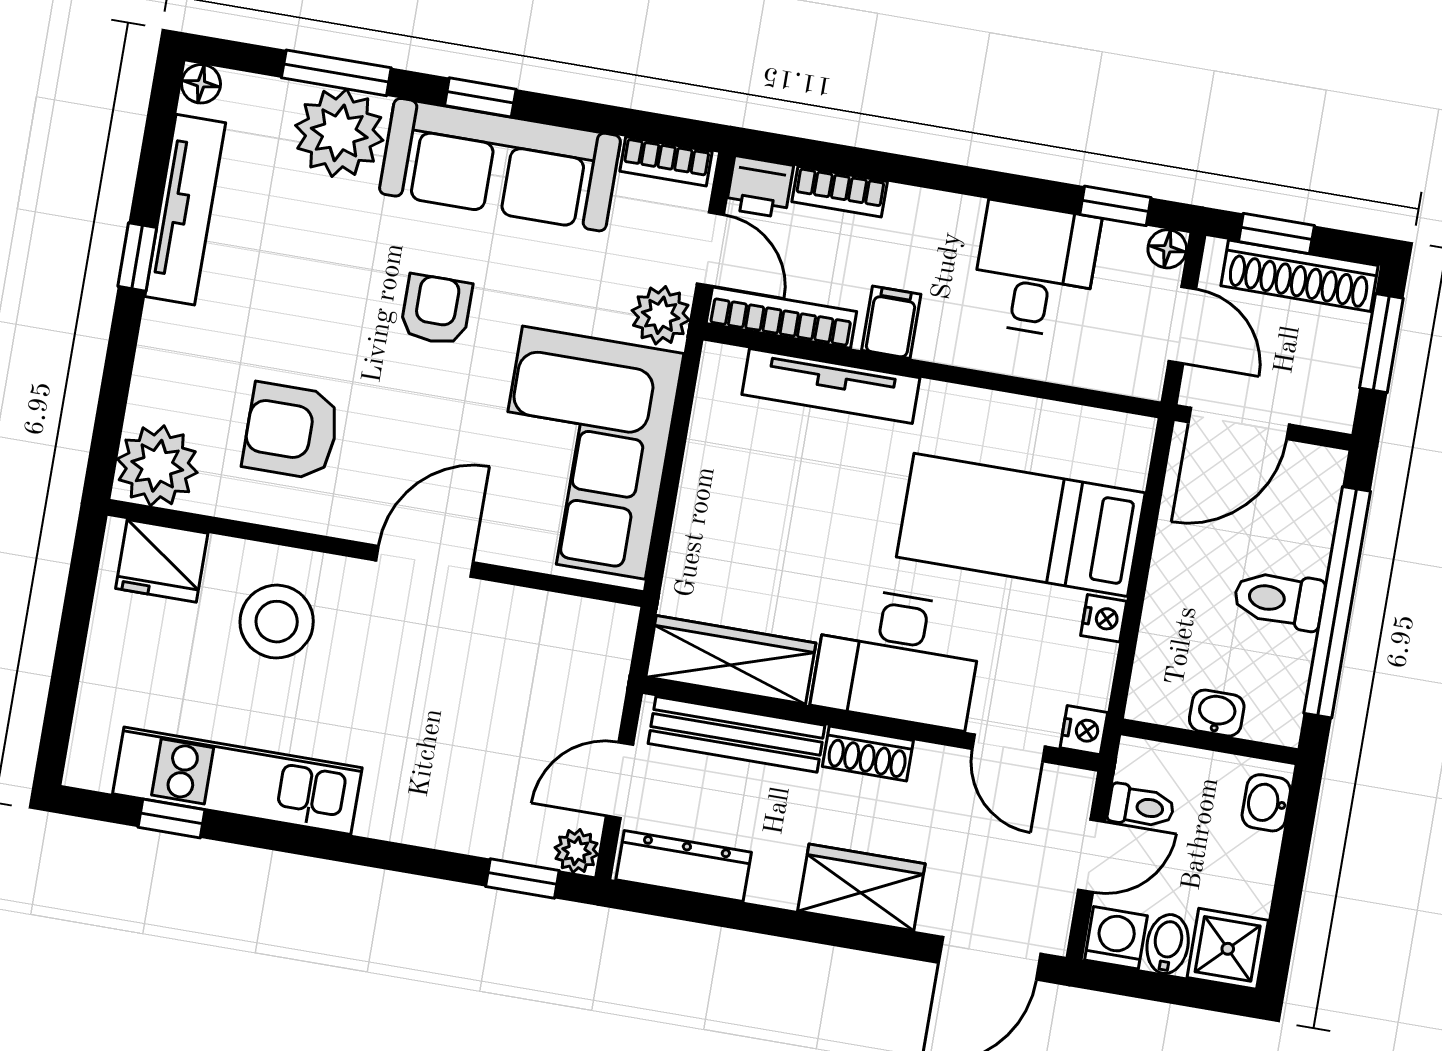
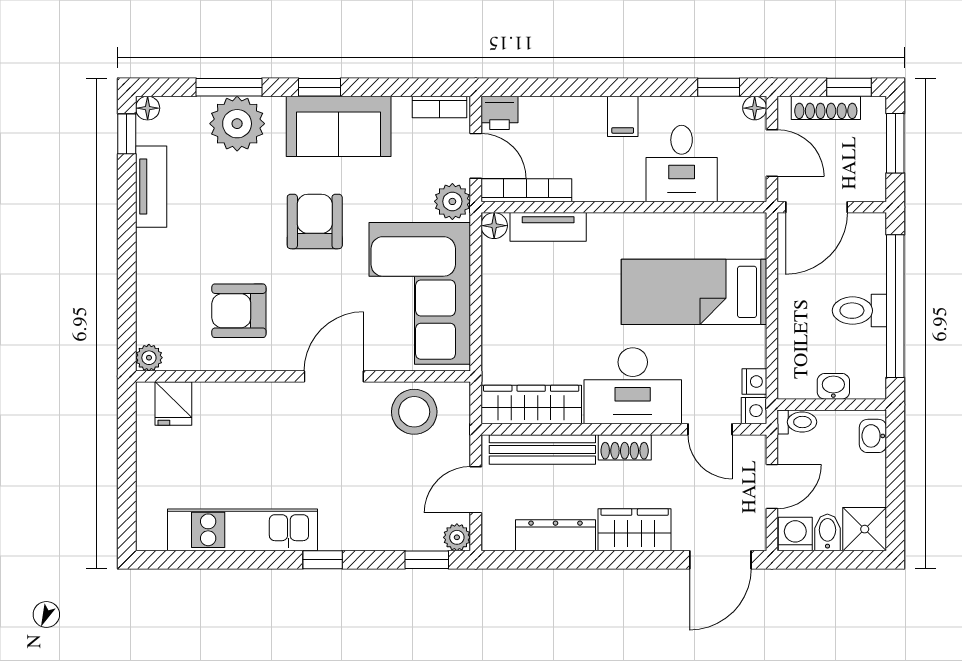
sofa: (500, 165) -> (339, 126), width x0.73
bookcase: (840, 192) -> (549, 107), removed
tv unit: (185, 210) -> (151, 187), width x0.71
window: (1276, 234) -> (849, 87), moved
window: (137, 257) -> (127, 134), moved
desk: (1035, 269) -> (682, 164), moved, turned 180
shoe rack: (1300, 276) -> (826, 108), width x0.74, depth x0.81
armchair: (436, 310) -> (315, 221), width x1.38, depth x1.38
filing cabinet: (891, 322) -> (623, 116), moved, turned 180
floor lamp: (721, 365) -> (494, 226), added
tv unit: (831, 386) -> (548, 227), width x0.71
plant: (157, 466) -> (149, 358), width x0.53, depth x0.53
fridge: (162, 561) -> (173, 403), width x0.72
nightstand: (1104, 618) -> (754, 382), moved
stool: (277, 622) -> (414, 412), moved
toilet: (1141, 807) -> (797, 422), moved
window: (171, 818) -> (323, 560), moved
dresser: (684, 866) -> (555, 535), moved

